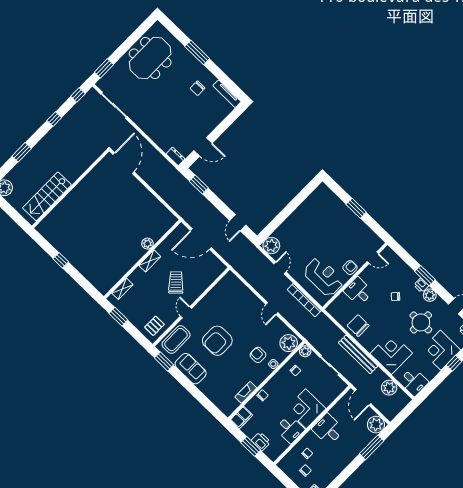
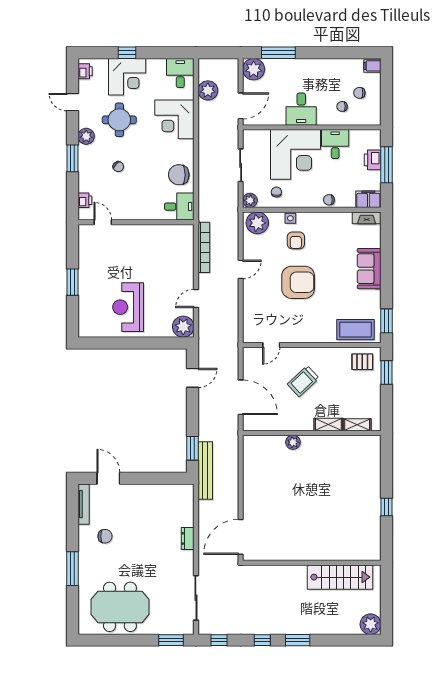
door: (203, 147) -> (108, 478), moved
window: (22, 152) -> (298, 640), moved
dresser: (175, 156) -> (188, 538), moved
shelving: (150, 261) -> (328, 424), moved
armchair: (350, 268) -> (133, 234), removed
reception desk: (323, 277) -> (128, 307), moved
printer: (421, 285) -> (85, 200), moved
desk: (358, 291) -> (179, 207), moved, turned -90
door: (186, 312) -> (271, 345), moved
window: (118, 317) -> (386, 373), moved
chair: (358, 326) -> (179, 175), turned 90
armchair: (217, 341) -> (298, 282), moved
bench: (358, 354) -> (205, 471), moved
sofa: (191, 369) -> (369, 269), moved
fireplace: (246, 392) -> (367, 218), moved
corner desk: (306, 409) -> (296, 154), width x1.36, depth x1.36
window: (251, 446) -> (386, 165), width x1.44

